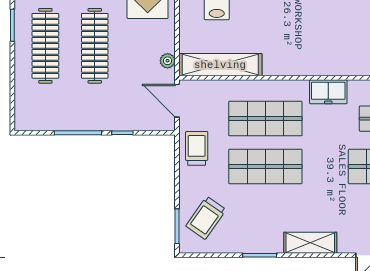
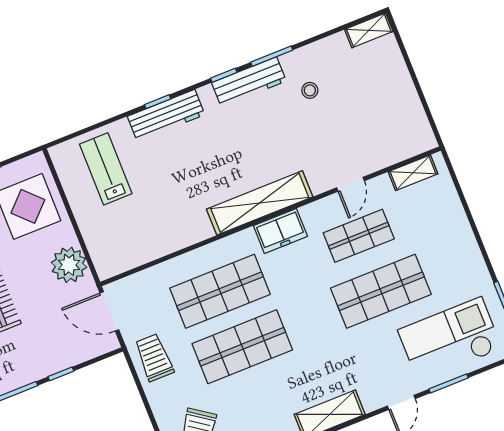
plant: (168, 61) -> (69, 265), width x1.87, depth x1.87
shelving: (220, 65) -> (260, 203), moved

